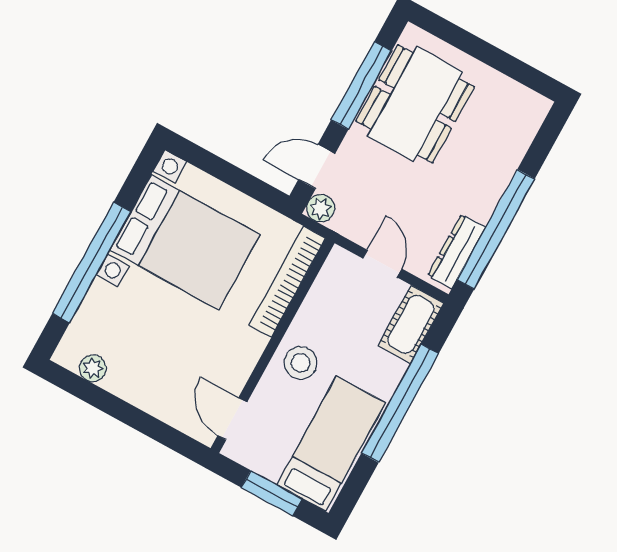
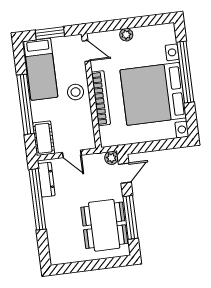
bed with nightstands: (185, 242) -> (153, 94), width x1.36
bookcase: (287, 282) -> (101, 98), moved
plant: (93, 368) -> (126, 35), moved

